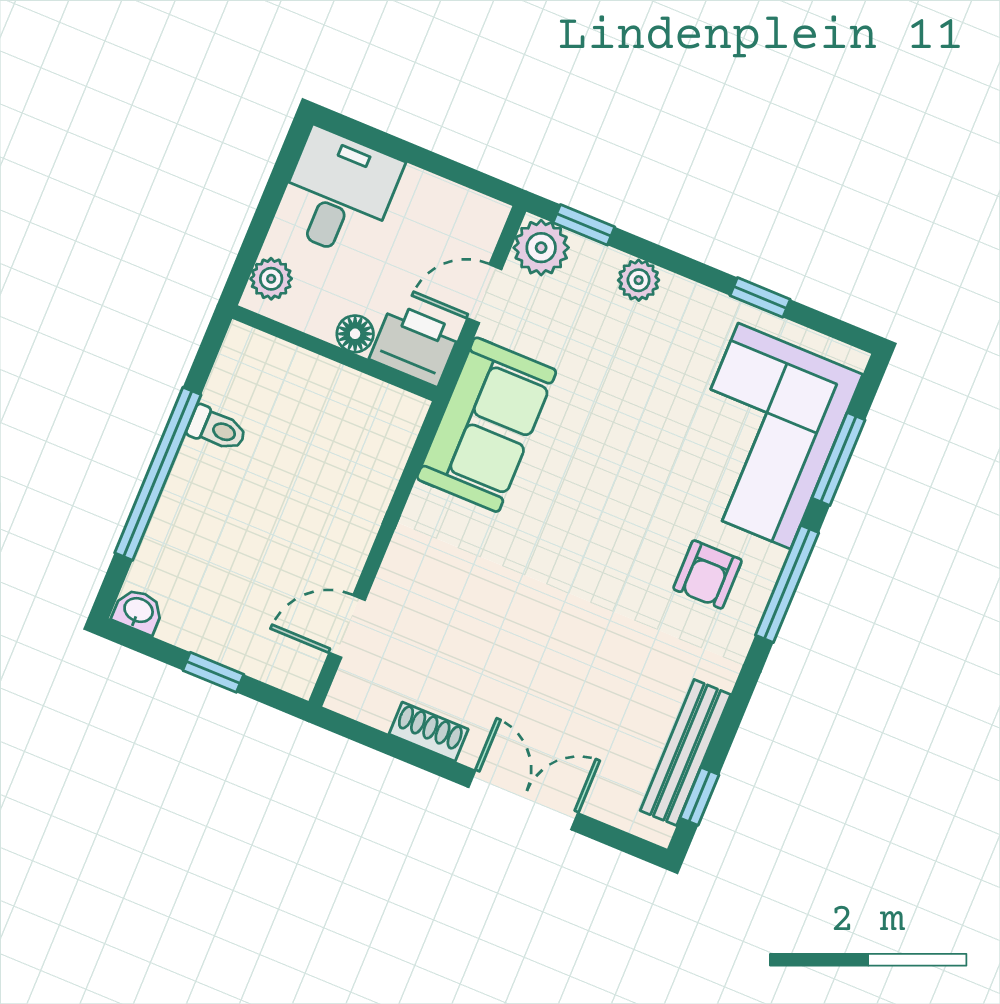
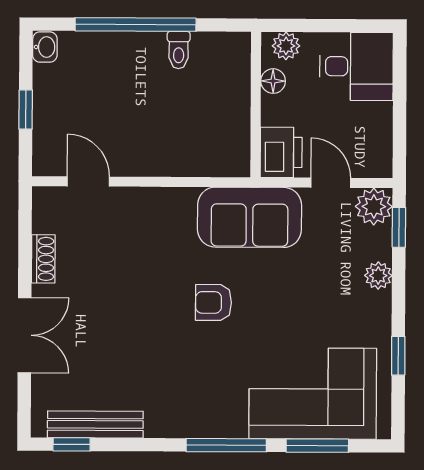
floor lamp: (355, 334) -> (273, 81), moved
armchair: (708, 574) -> (214, 302), moved

